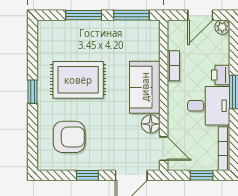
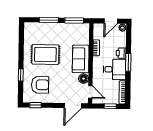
window: (32, 92) -> (21, 75), moved
window: (87, 175) -> (35, 105), moved

